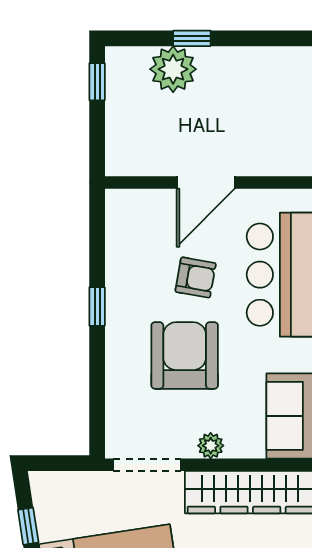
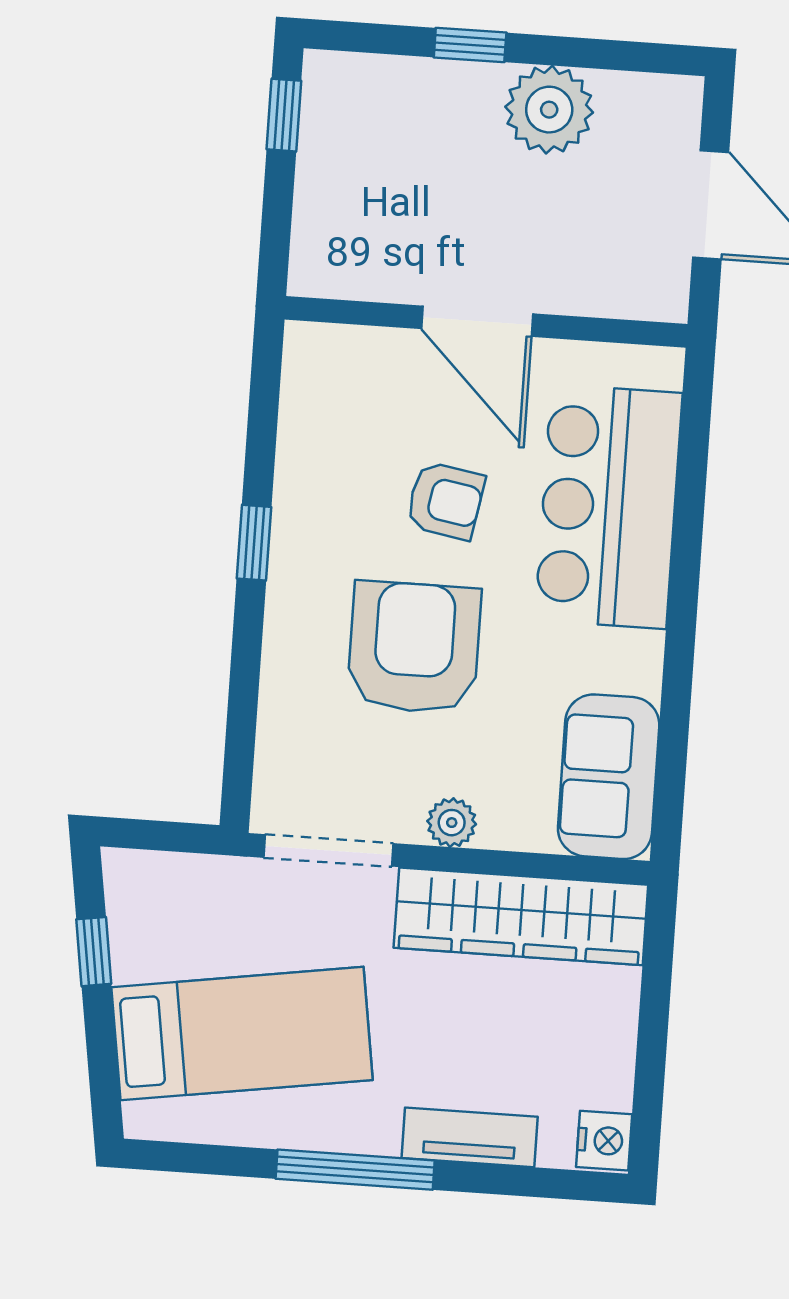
plant: (173, 69) -> (549, 110), moved
door: (206, 183) -> (477, 321), hinge flipped

